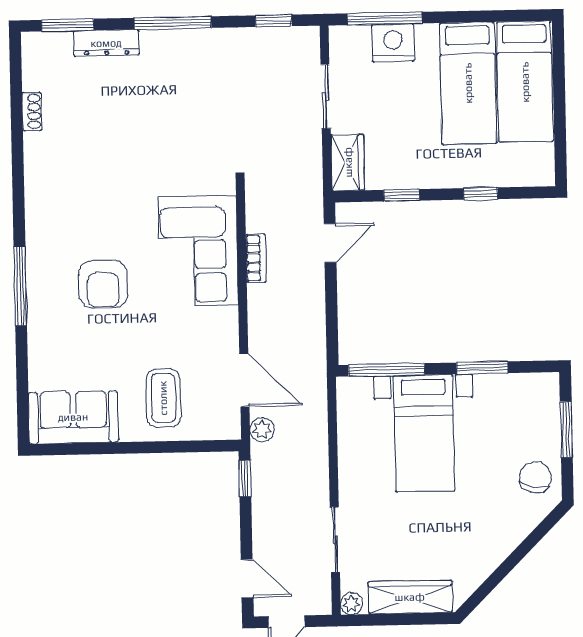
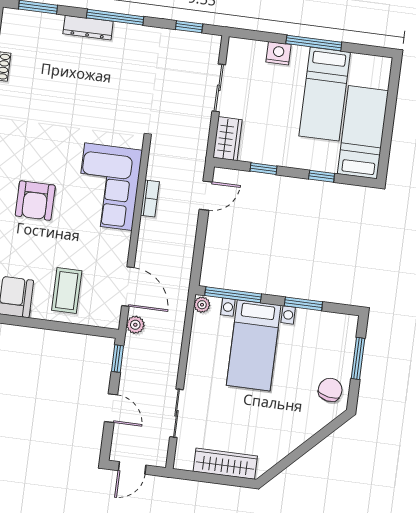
window: (384, 18) -> (314, 43), moved
dresser: (106, 43) -> (88, 28), moved
nightstand: (393, 43) -> (278, 53), width x0.74, depth x0.75
bed: (525, 82) -> (363, 132), moved, turned 180
door: (247, 579) -> (111, 408), moved
plant: (351, 604) -> (202, 305), moved

